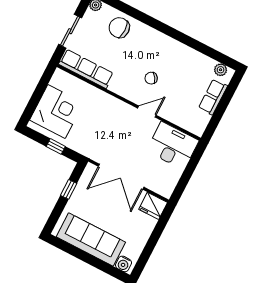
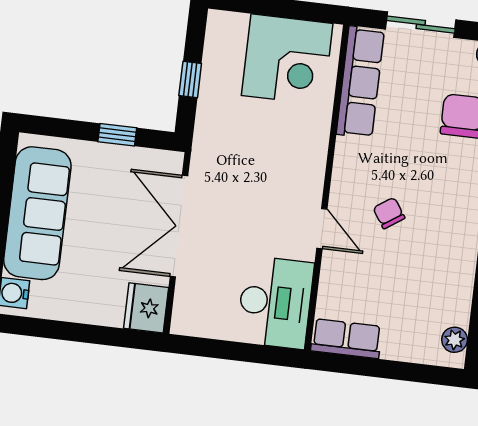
row of seats: (213, 97) -> (346, 339), moved
corner desk: (57, 112) -> (287, 60), moved

